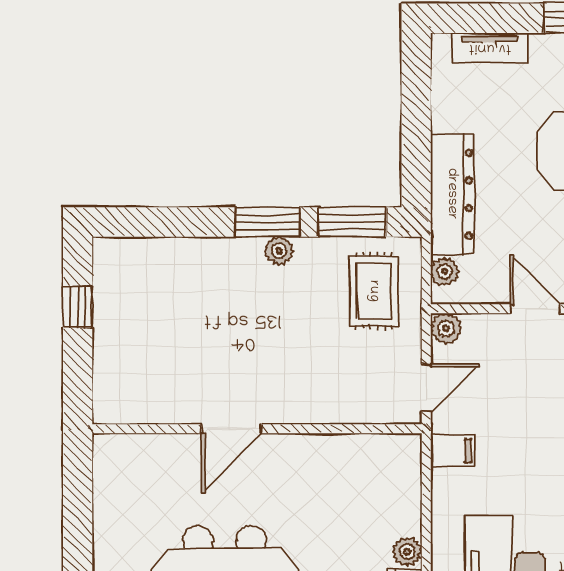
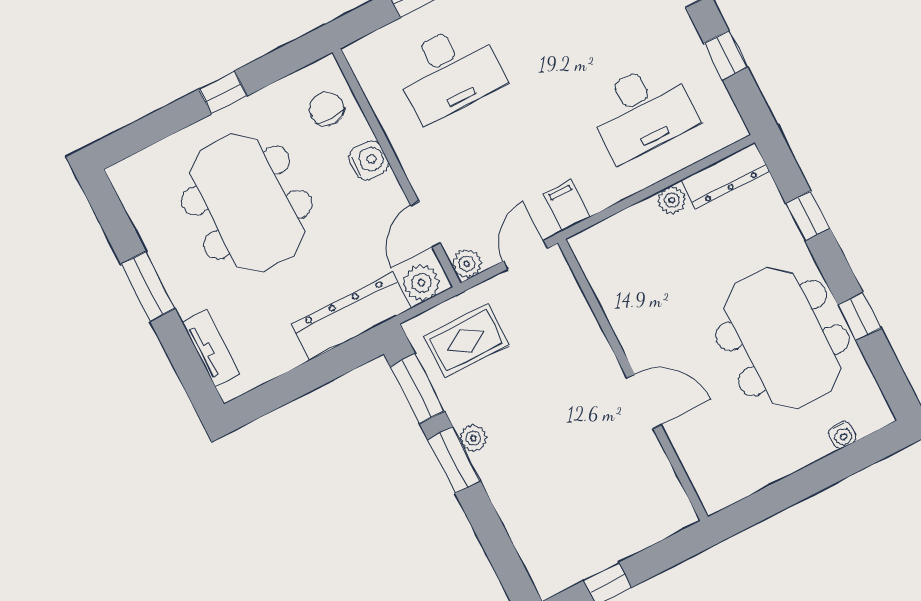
plant: (445, 271) -> (421, 283), width x1.38, depth x1.38
door: (535, 309) -> (426, 224), moved
door: (426, 388) -> (525, 255), hinge flipped

